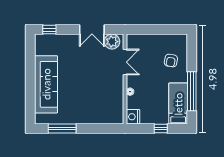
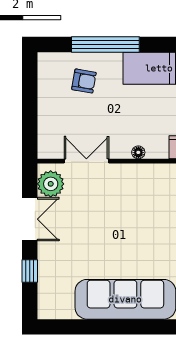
window: (49, 30) -> (30, 271), moved
window: (192, 91) -> (105, 45), moved

